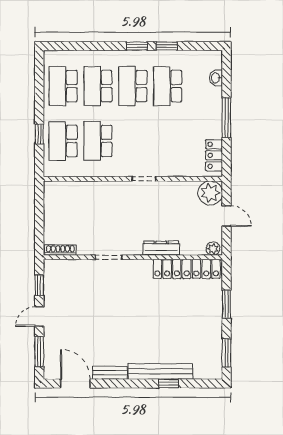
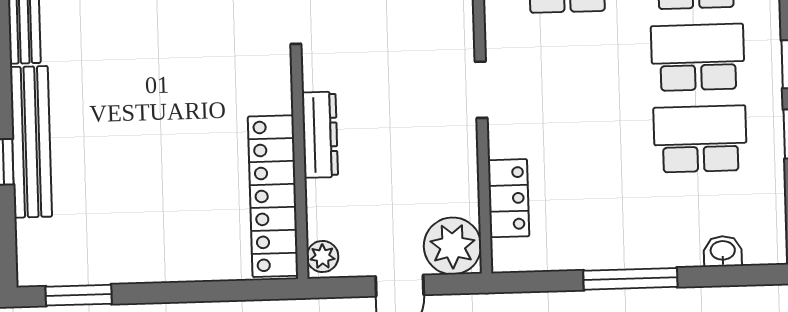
locker: (214, 155) -> (508, 198), moved, turned 90
window: (226, 304) -> (193, 292), removed

